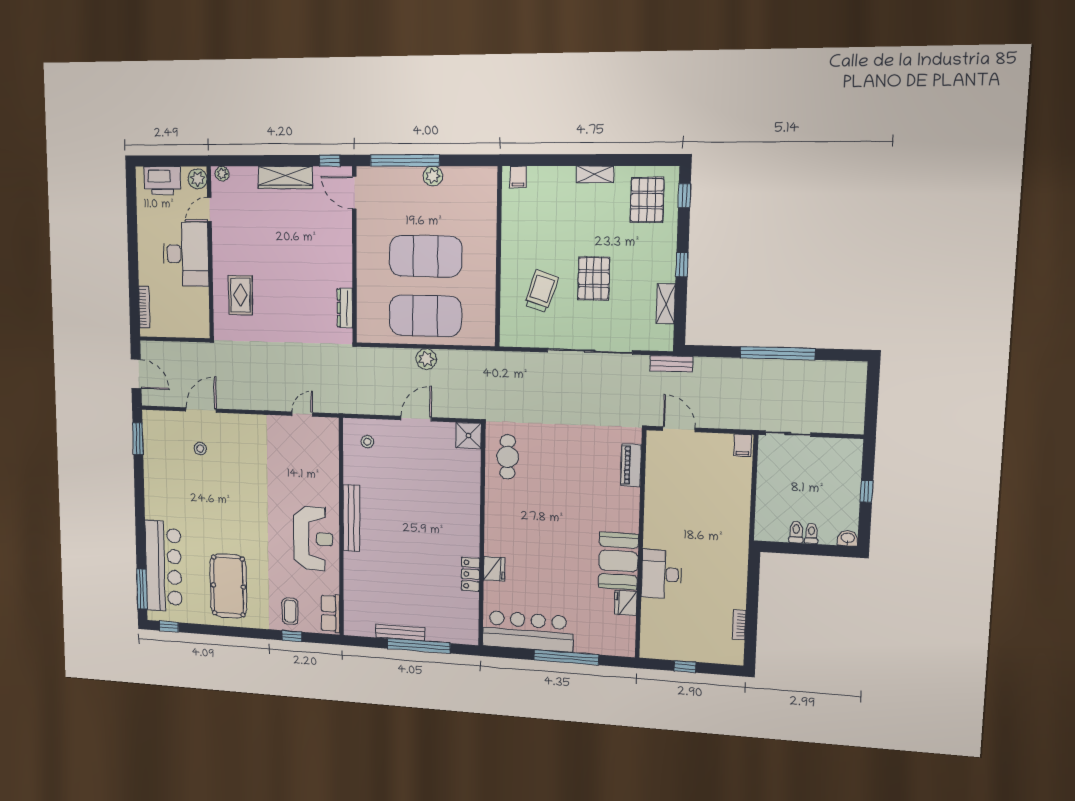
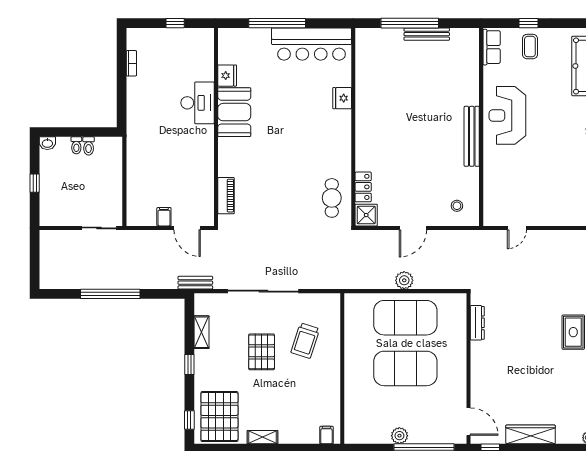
pallet: (647, 200) -> (219, 417), width x1.37, depth x1.41
filing cabinet: (743, 445) -> (164, 217), moved
locker: (470, 574) -> (363, 187), moved

